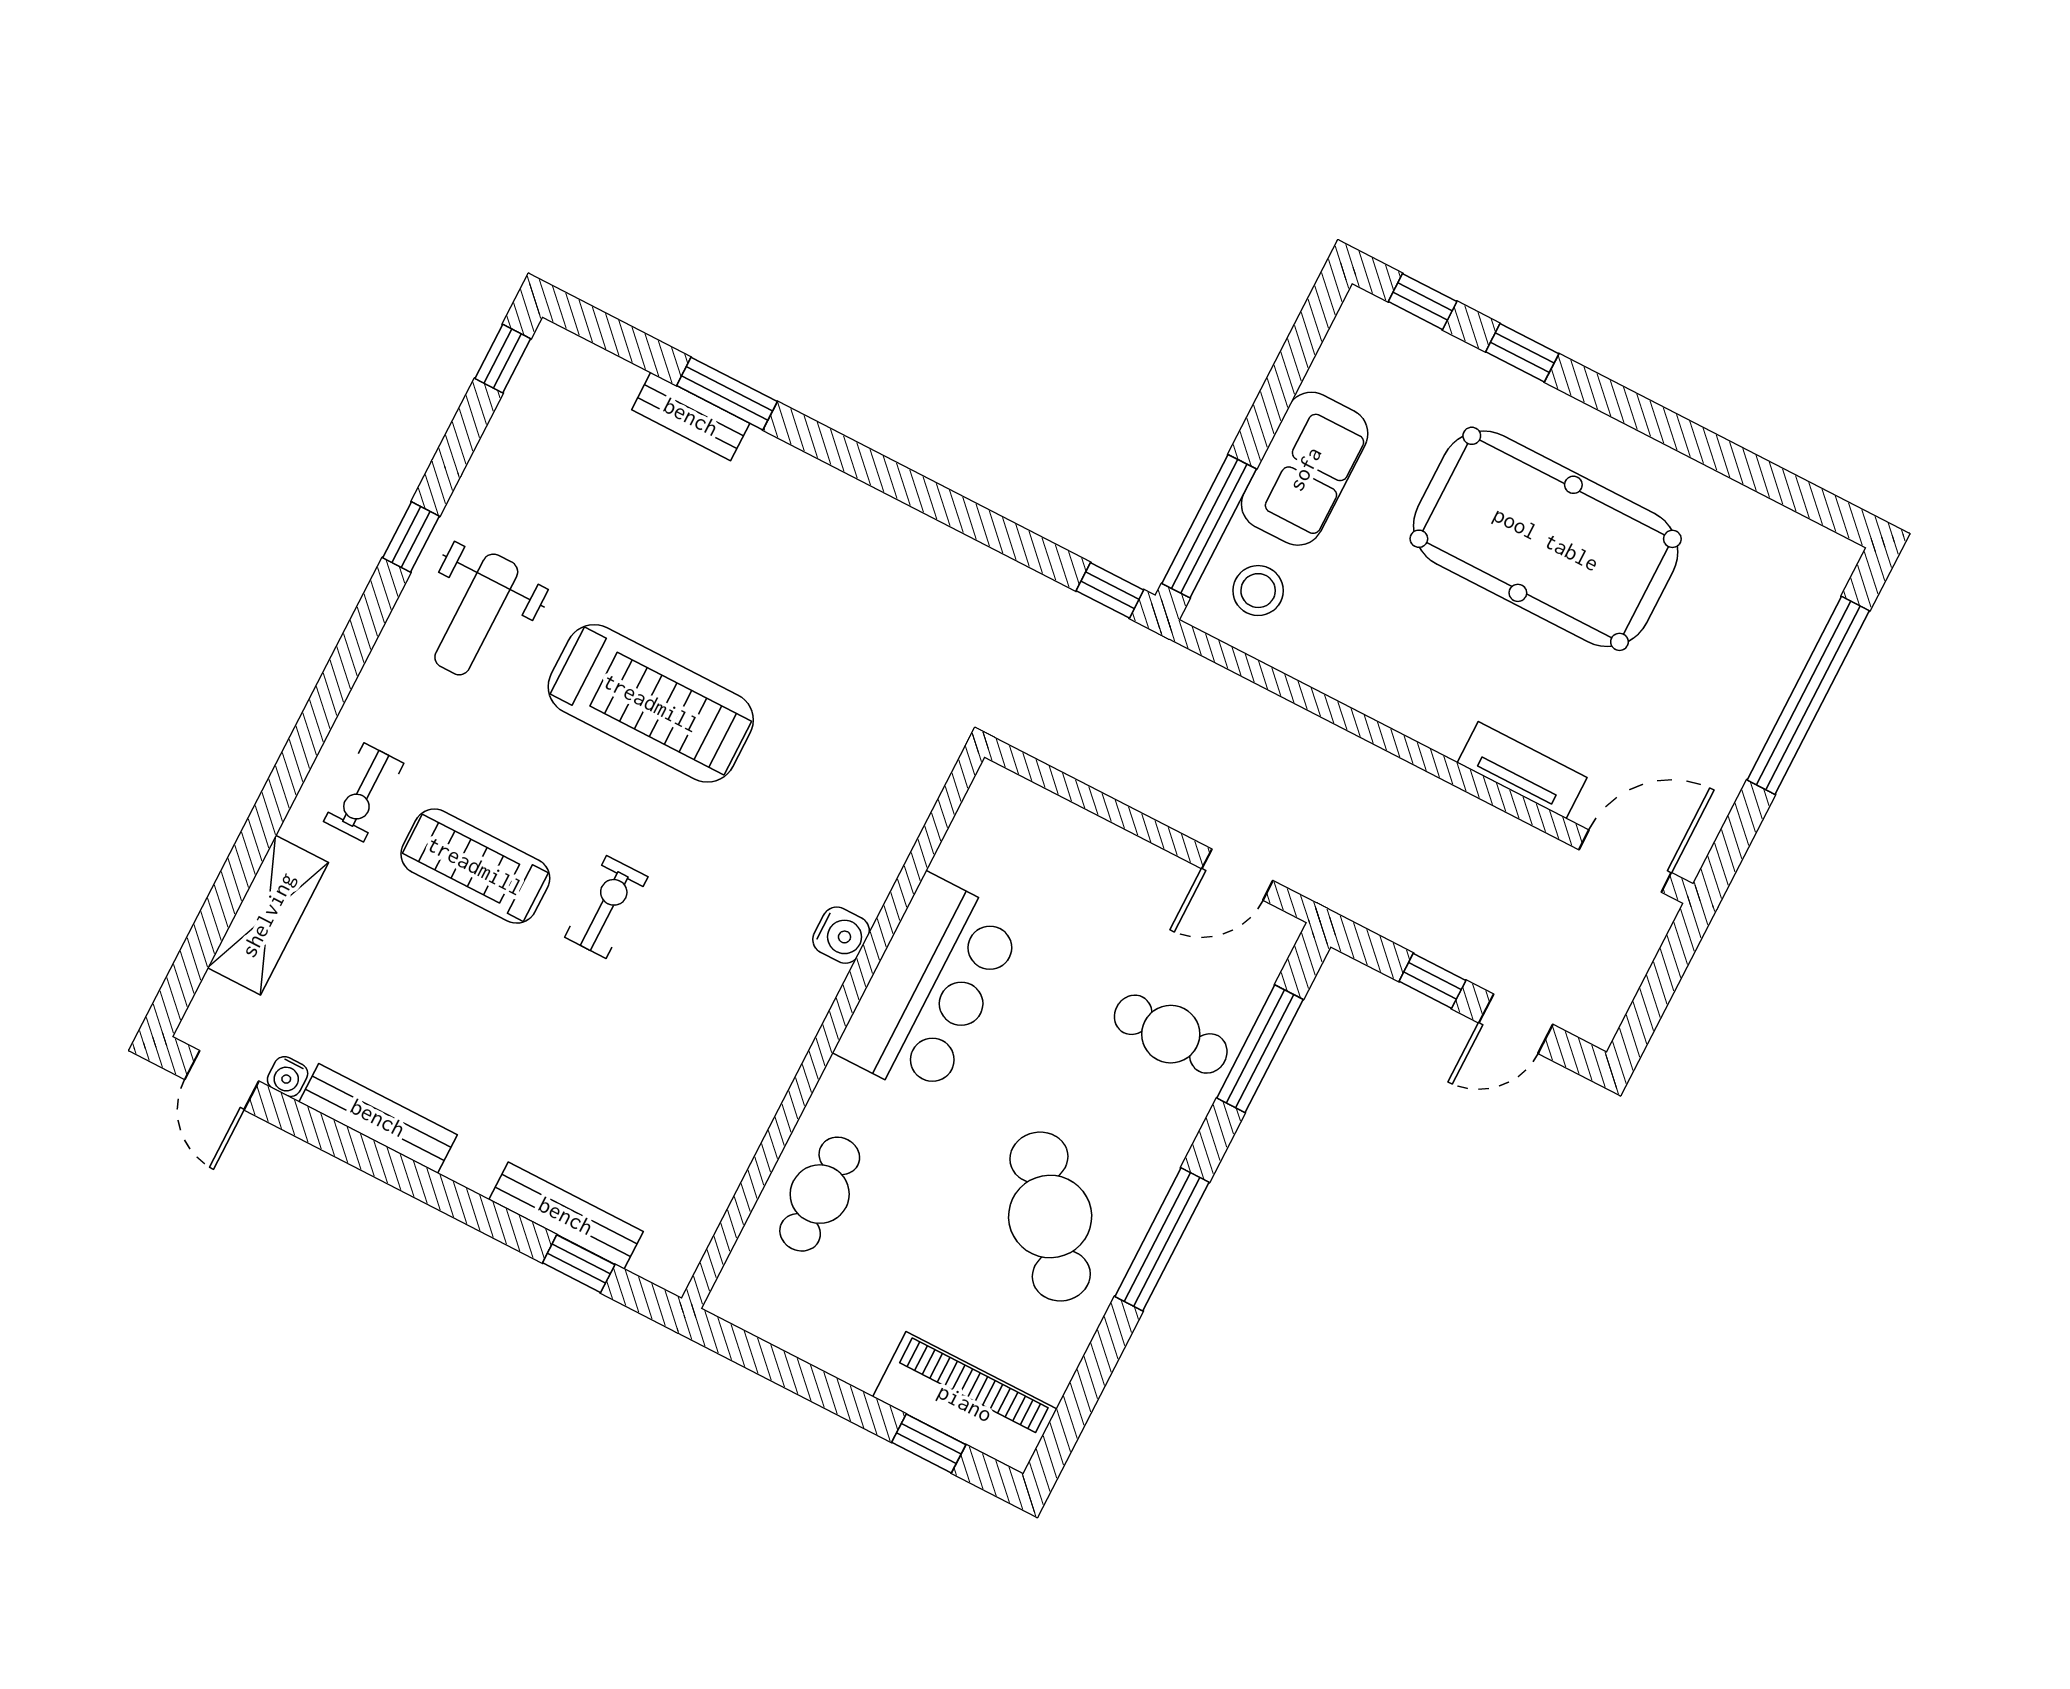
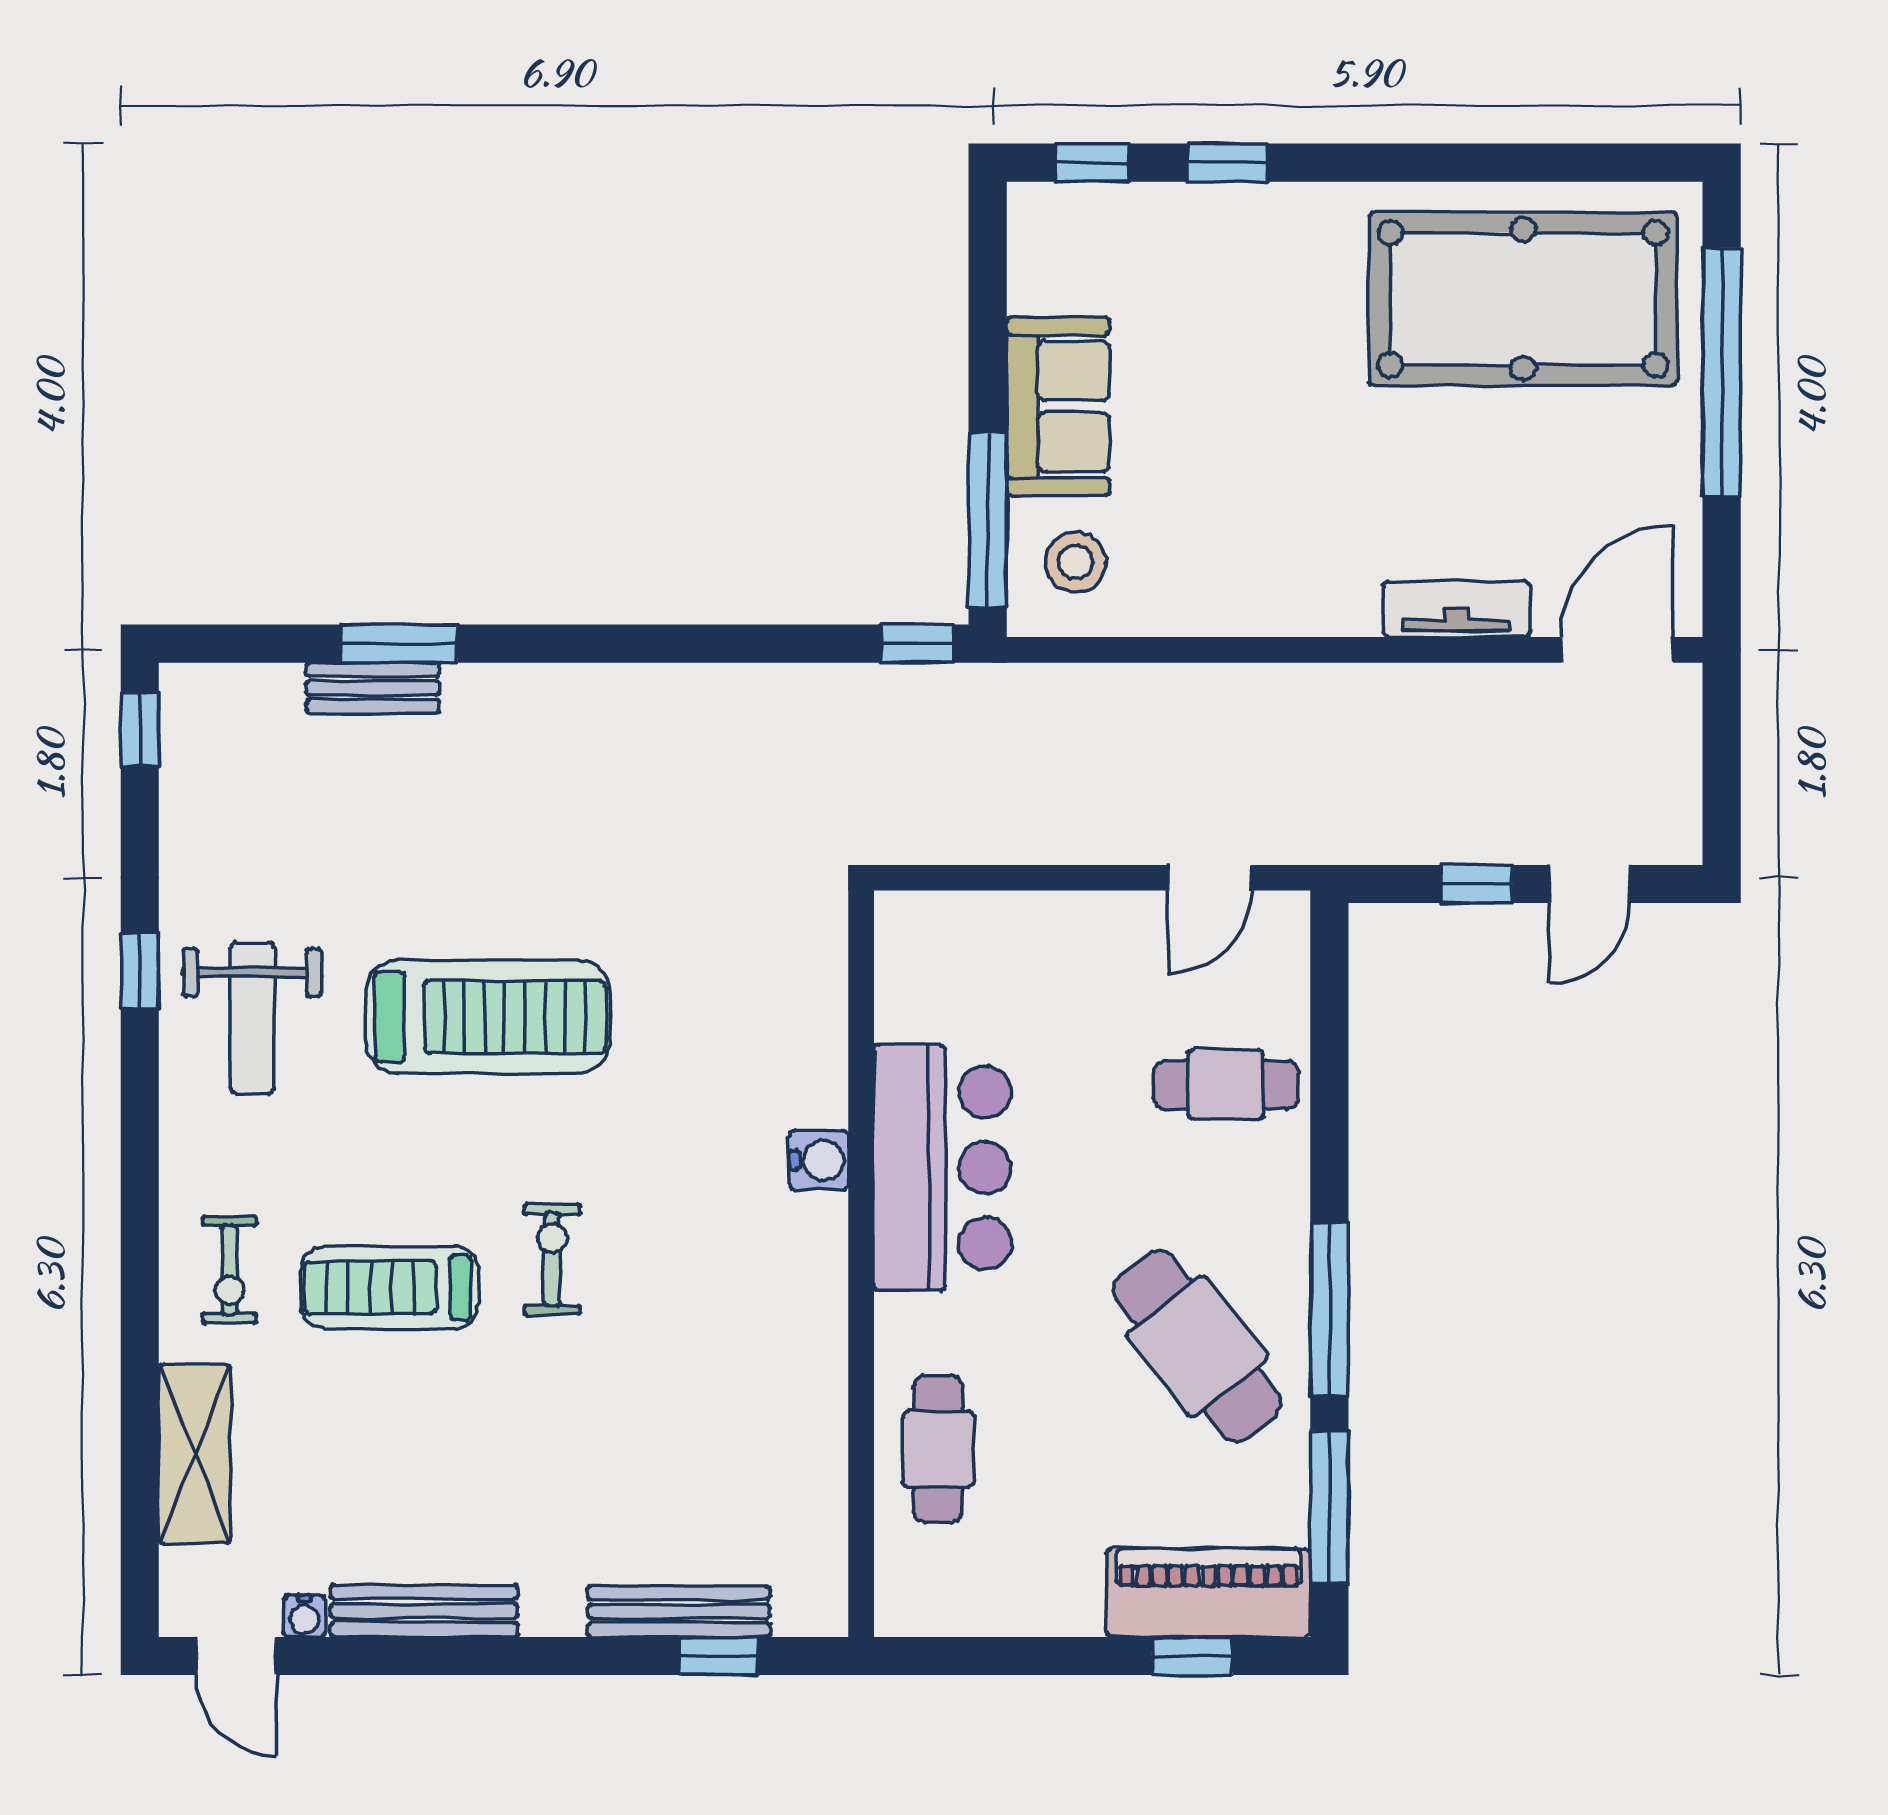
pool table: (1546, 539) -> (1523, 299), moved
window: (1260, 1049) -> (1329, 1507), moved

